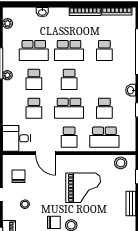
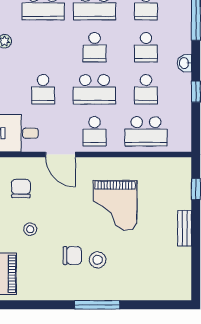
school desk: (34, 79) -> (146, 47), moved
stool: (121, 163) -> (170, 169), removed
grand piano: (83, 188) -> (115, 205), turned 90

